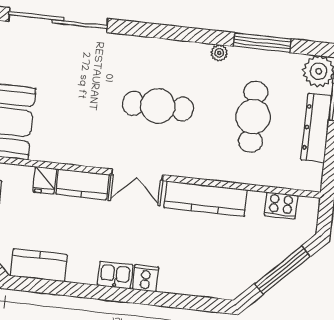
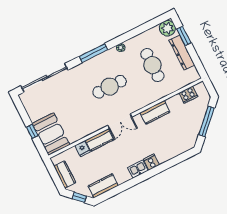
window: (262, 43) -> (93, 53), moved
kitchen counter: (206, 199) -> (155, 112), width x0.67

